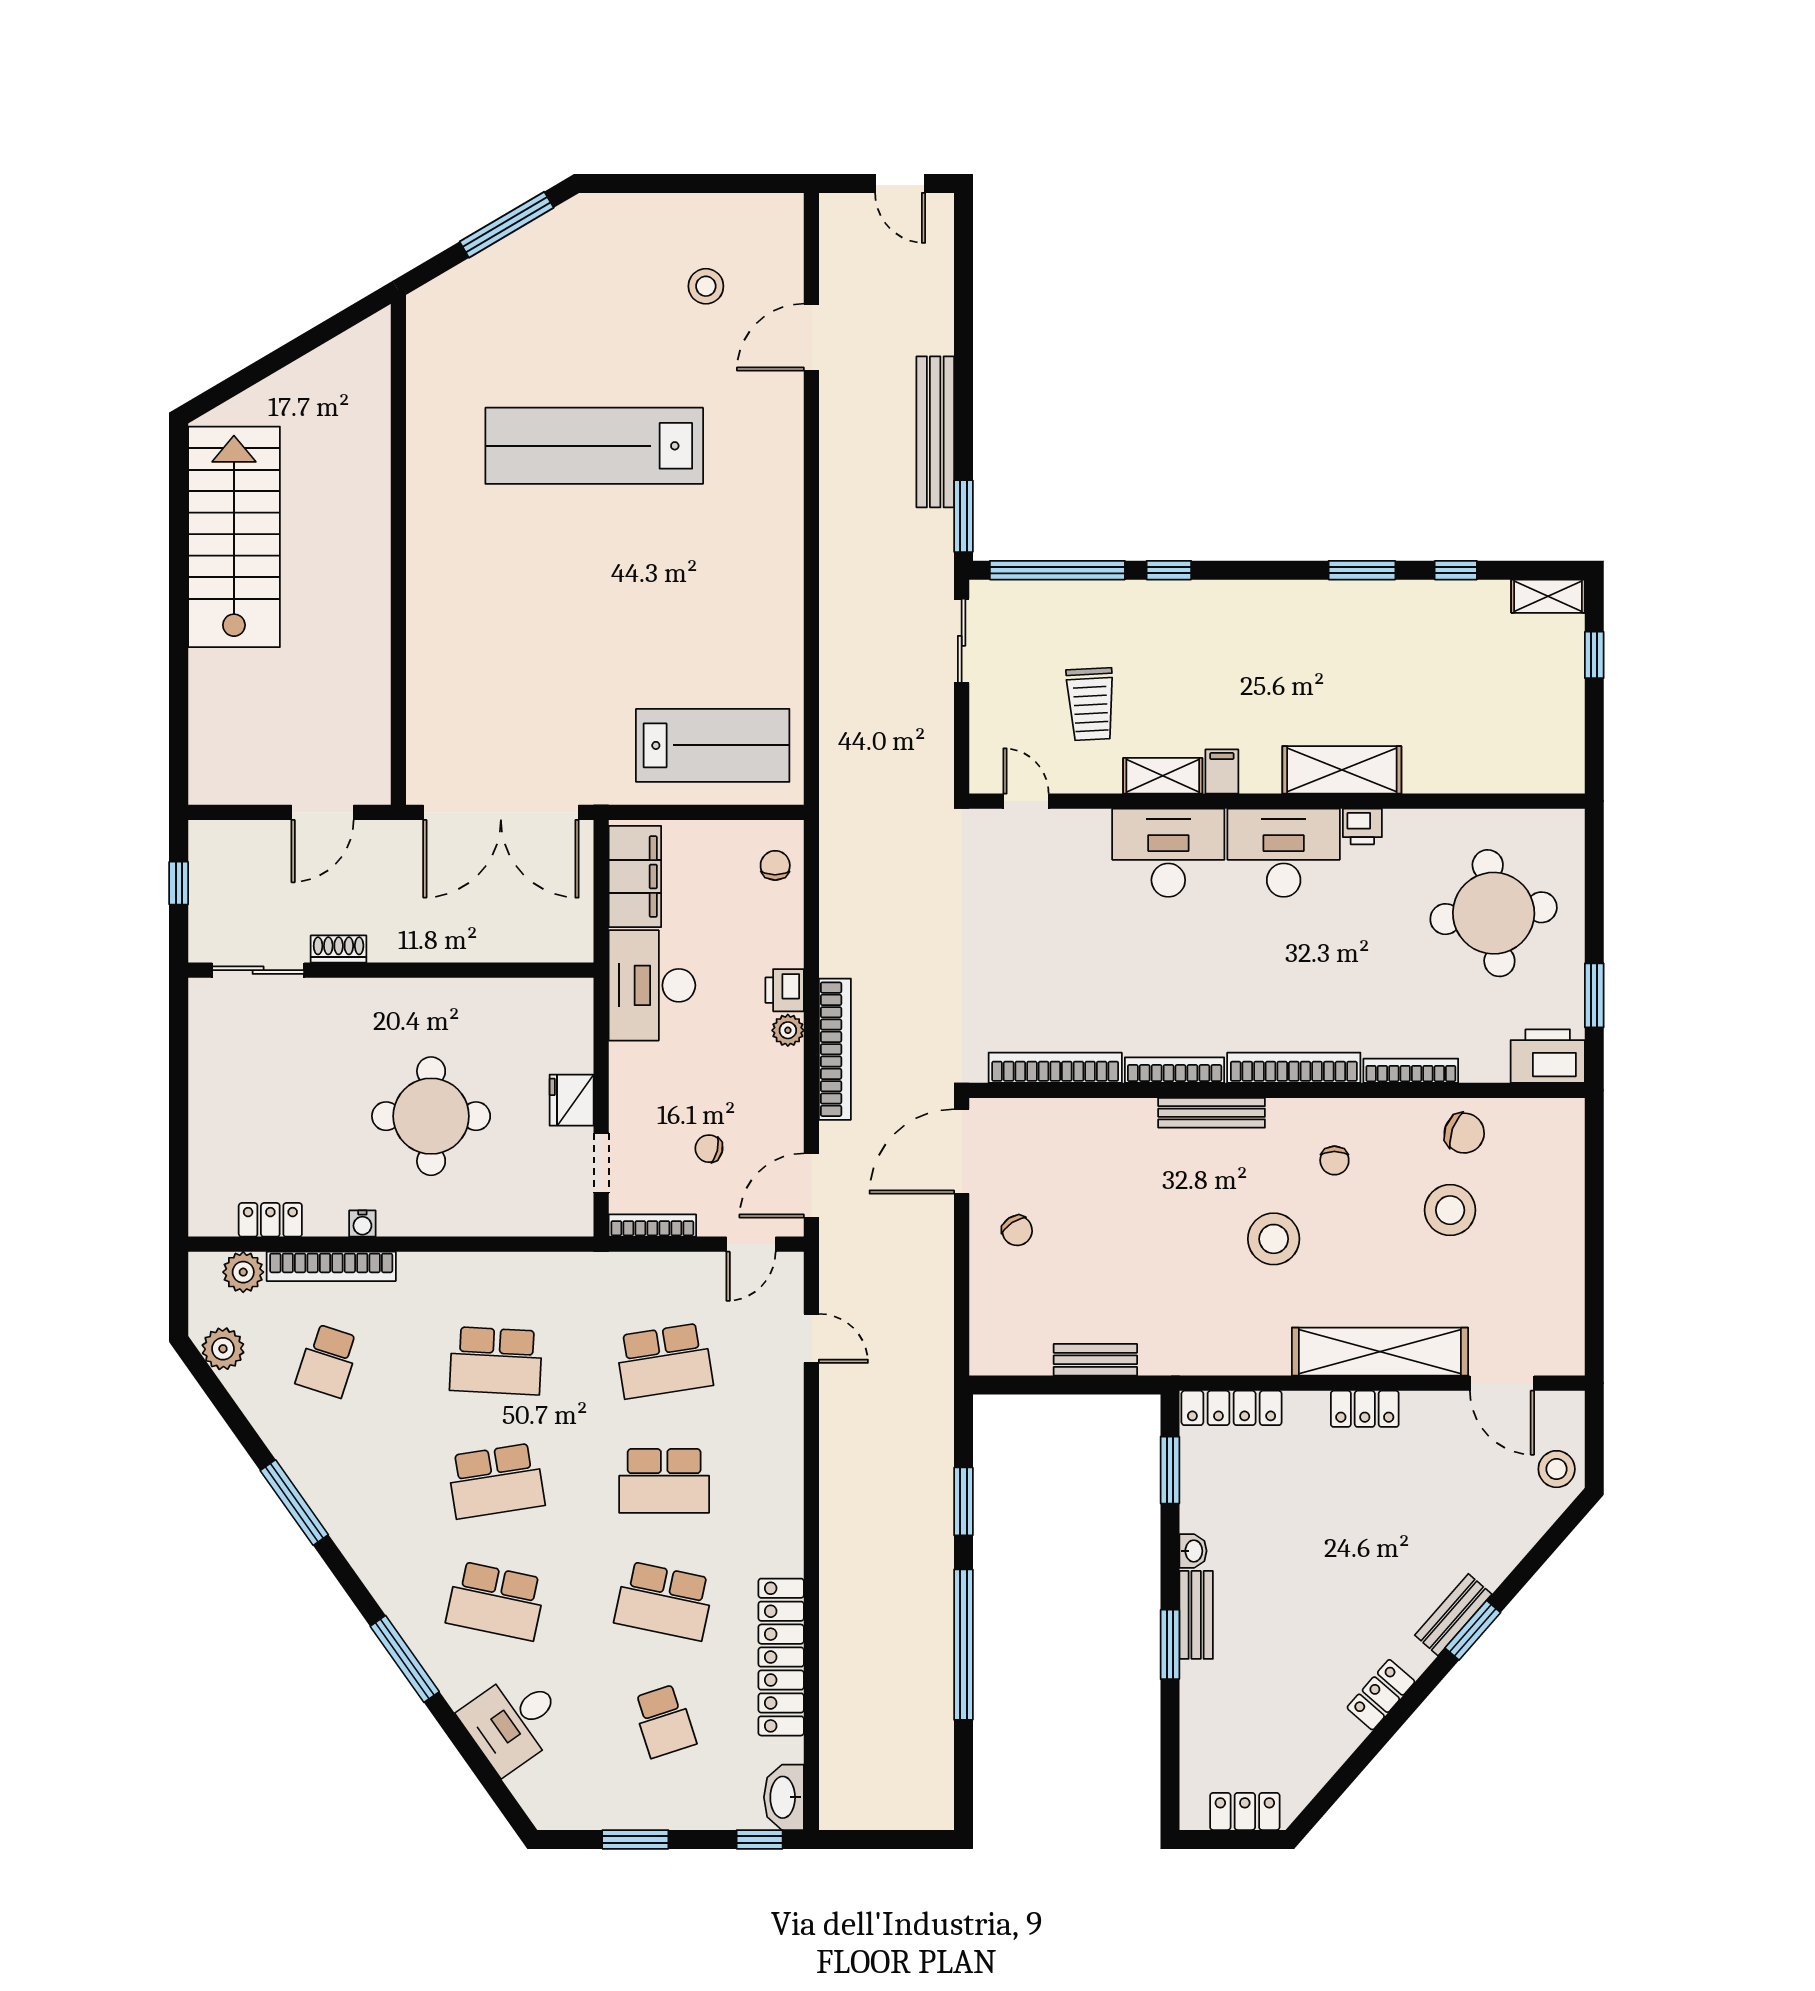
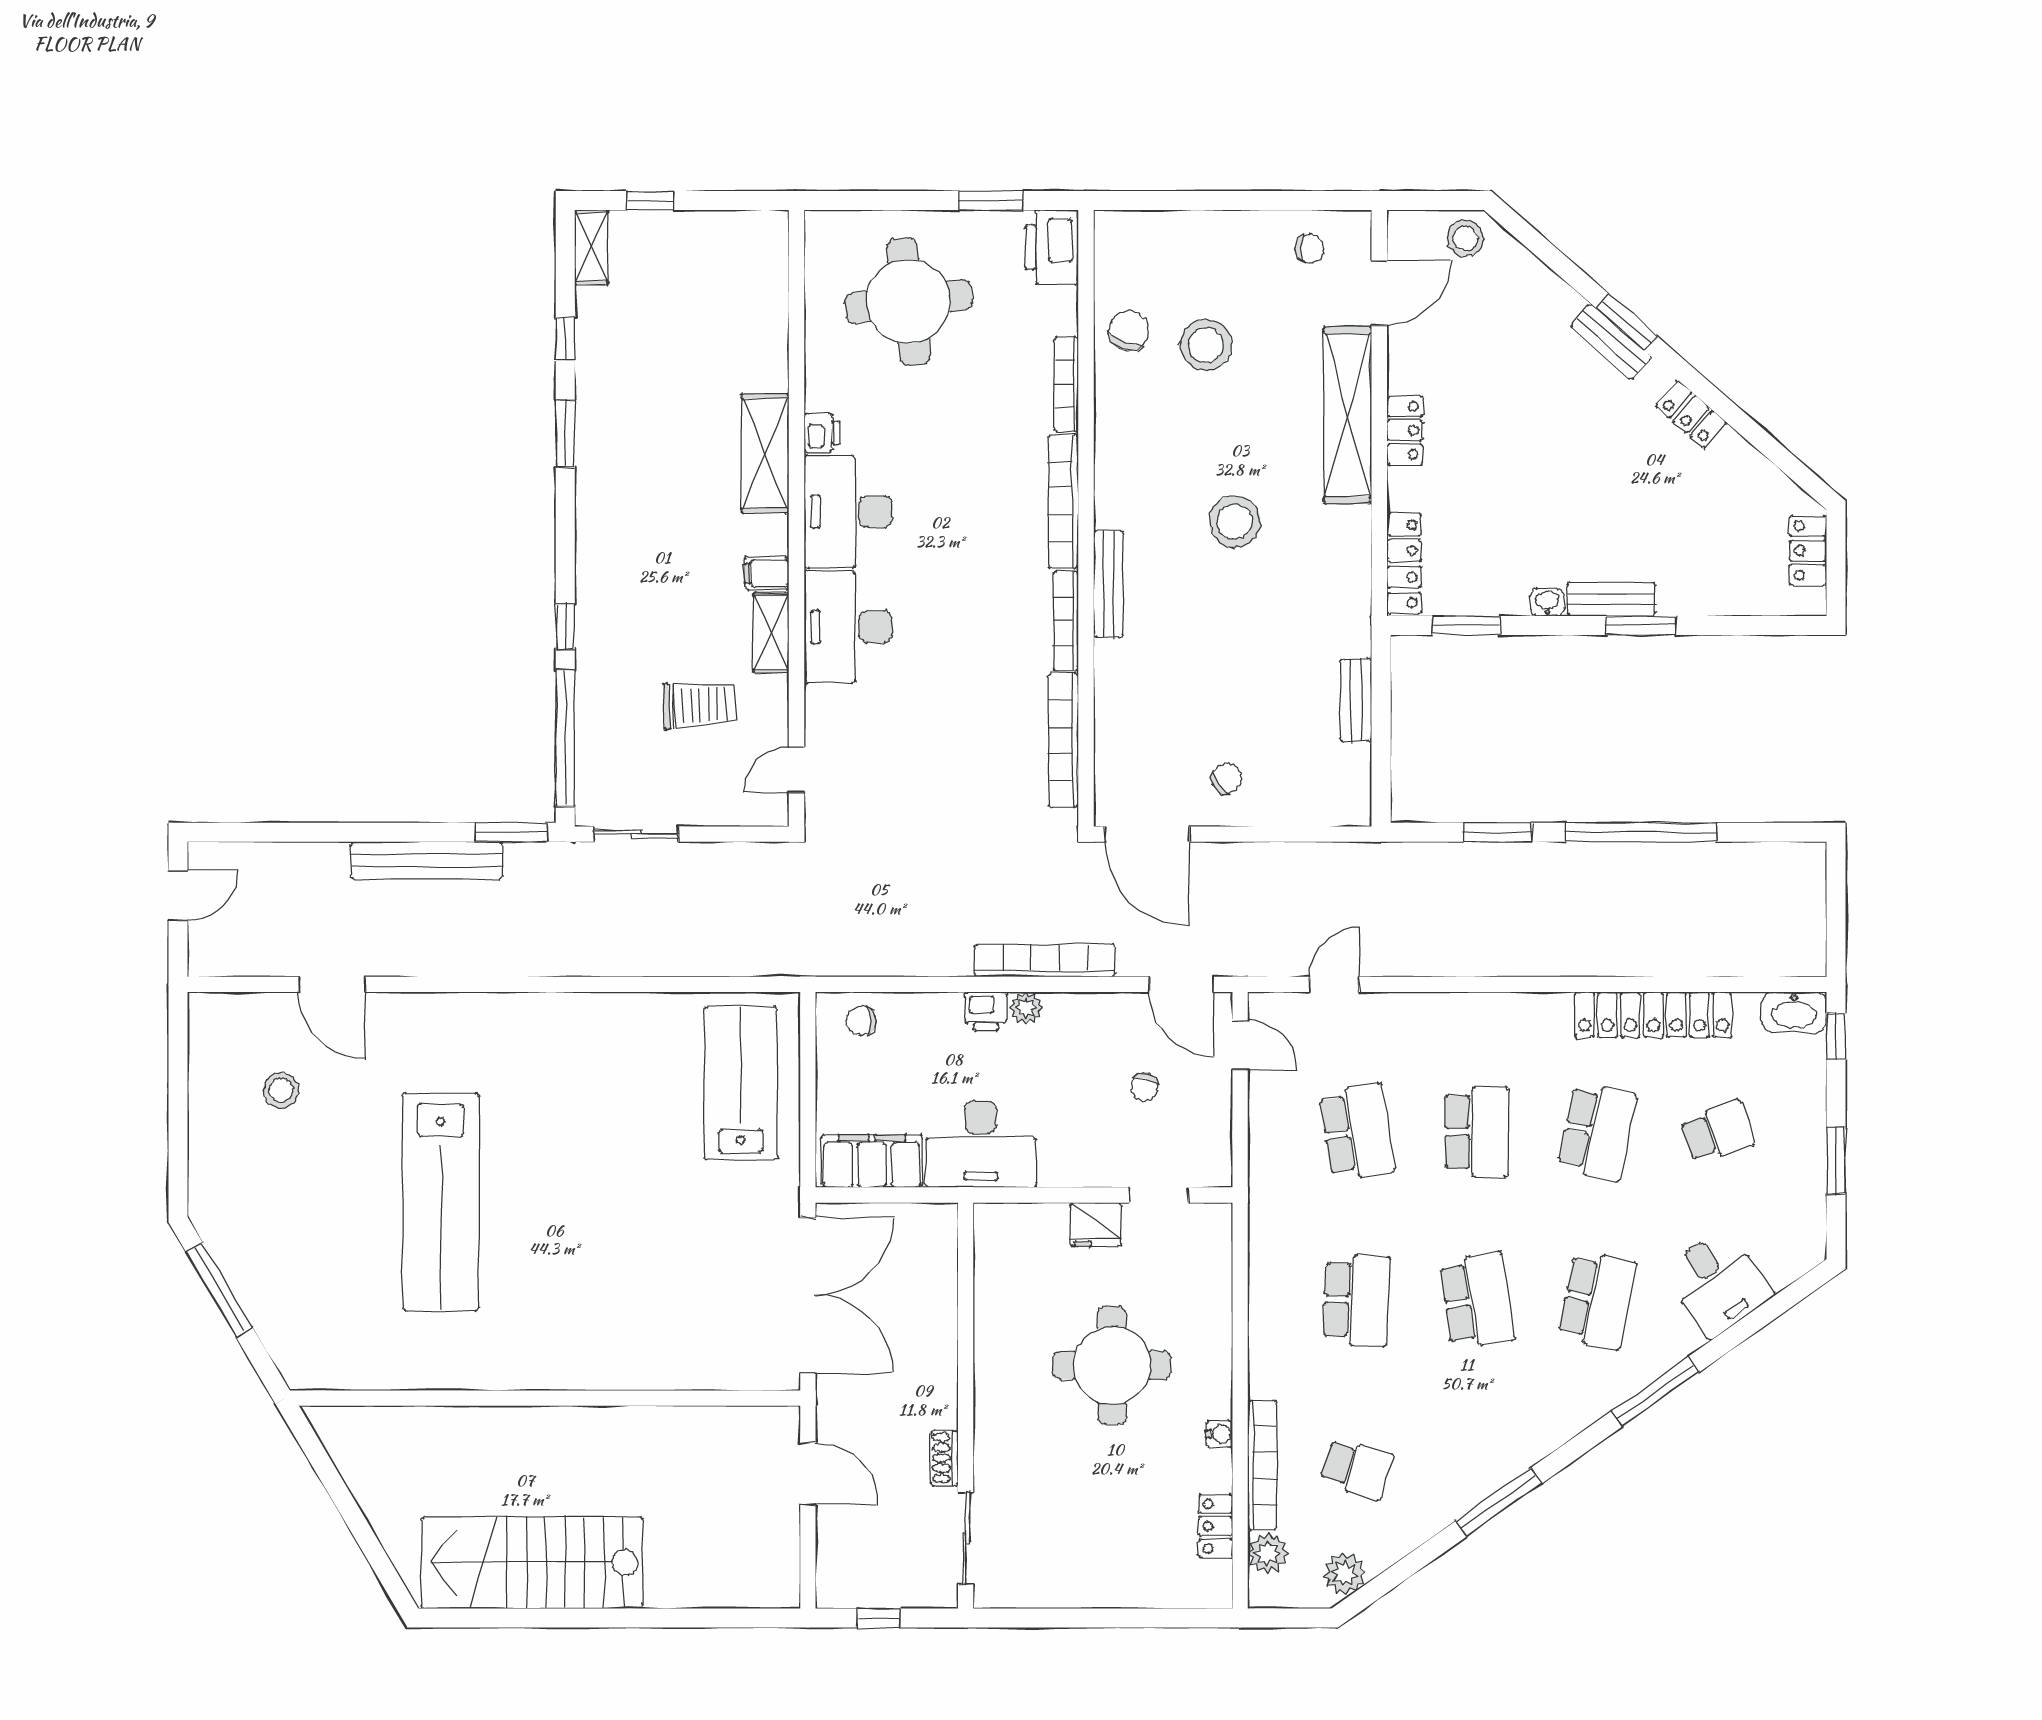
chair: (1334, 1160) -> (1310, 249), moved
bookcase: (652, 1226) -> (1221, 1144), removed

